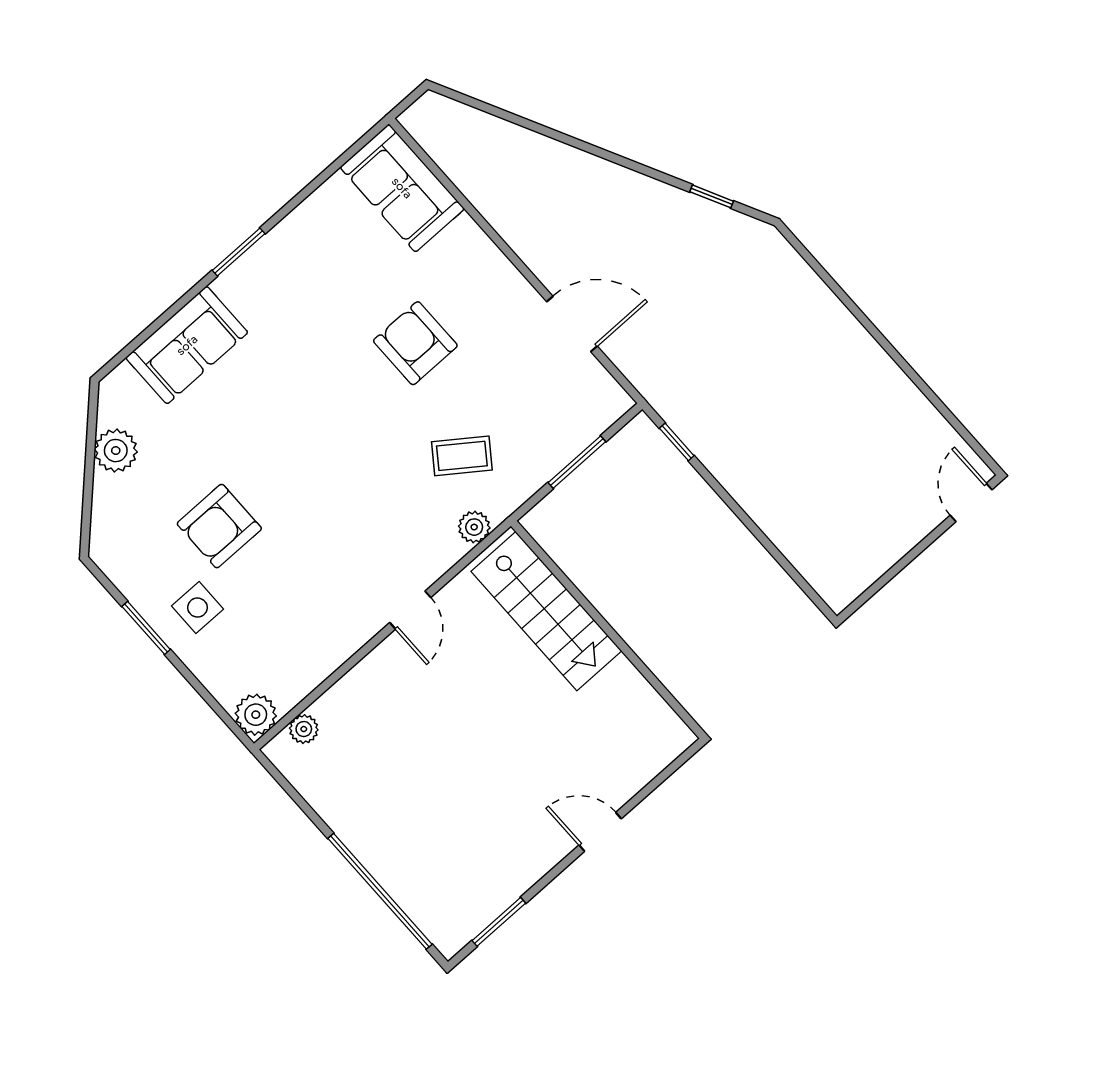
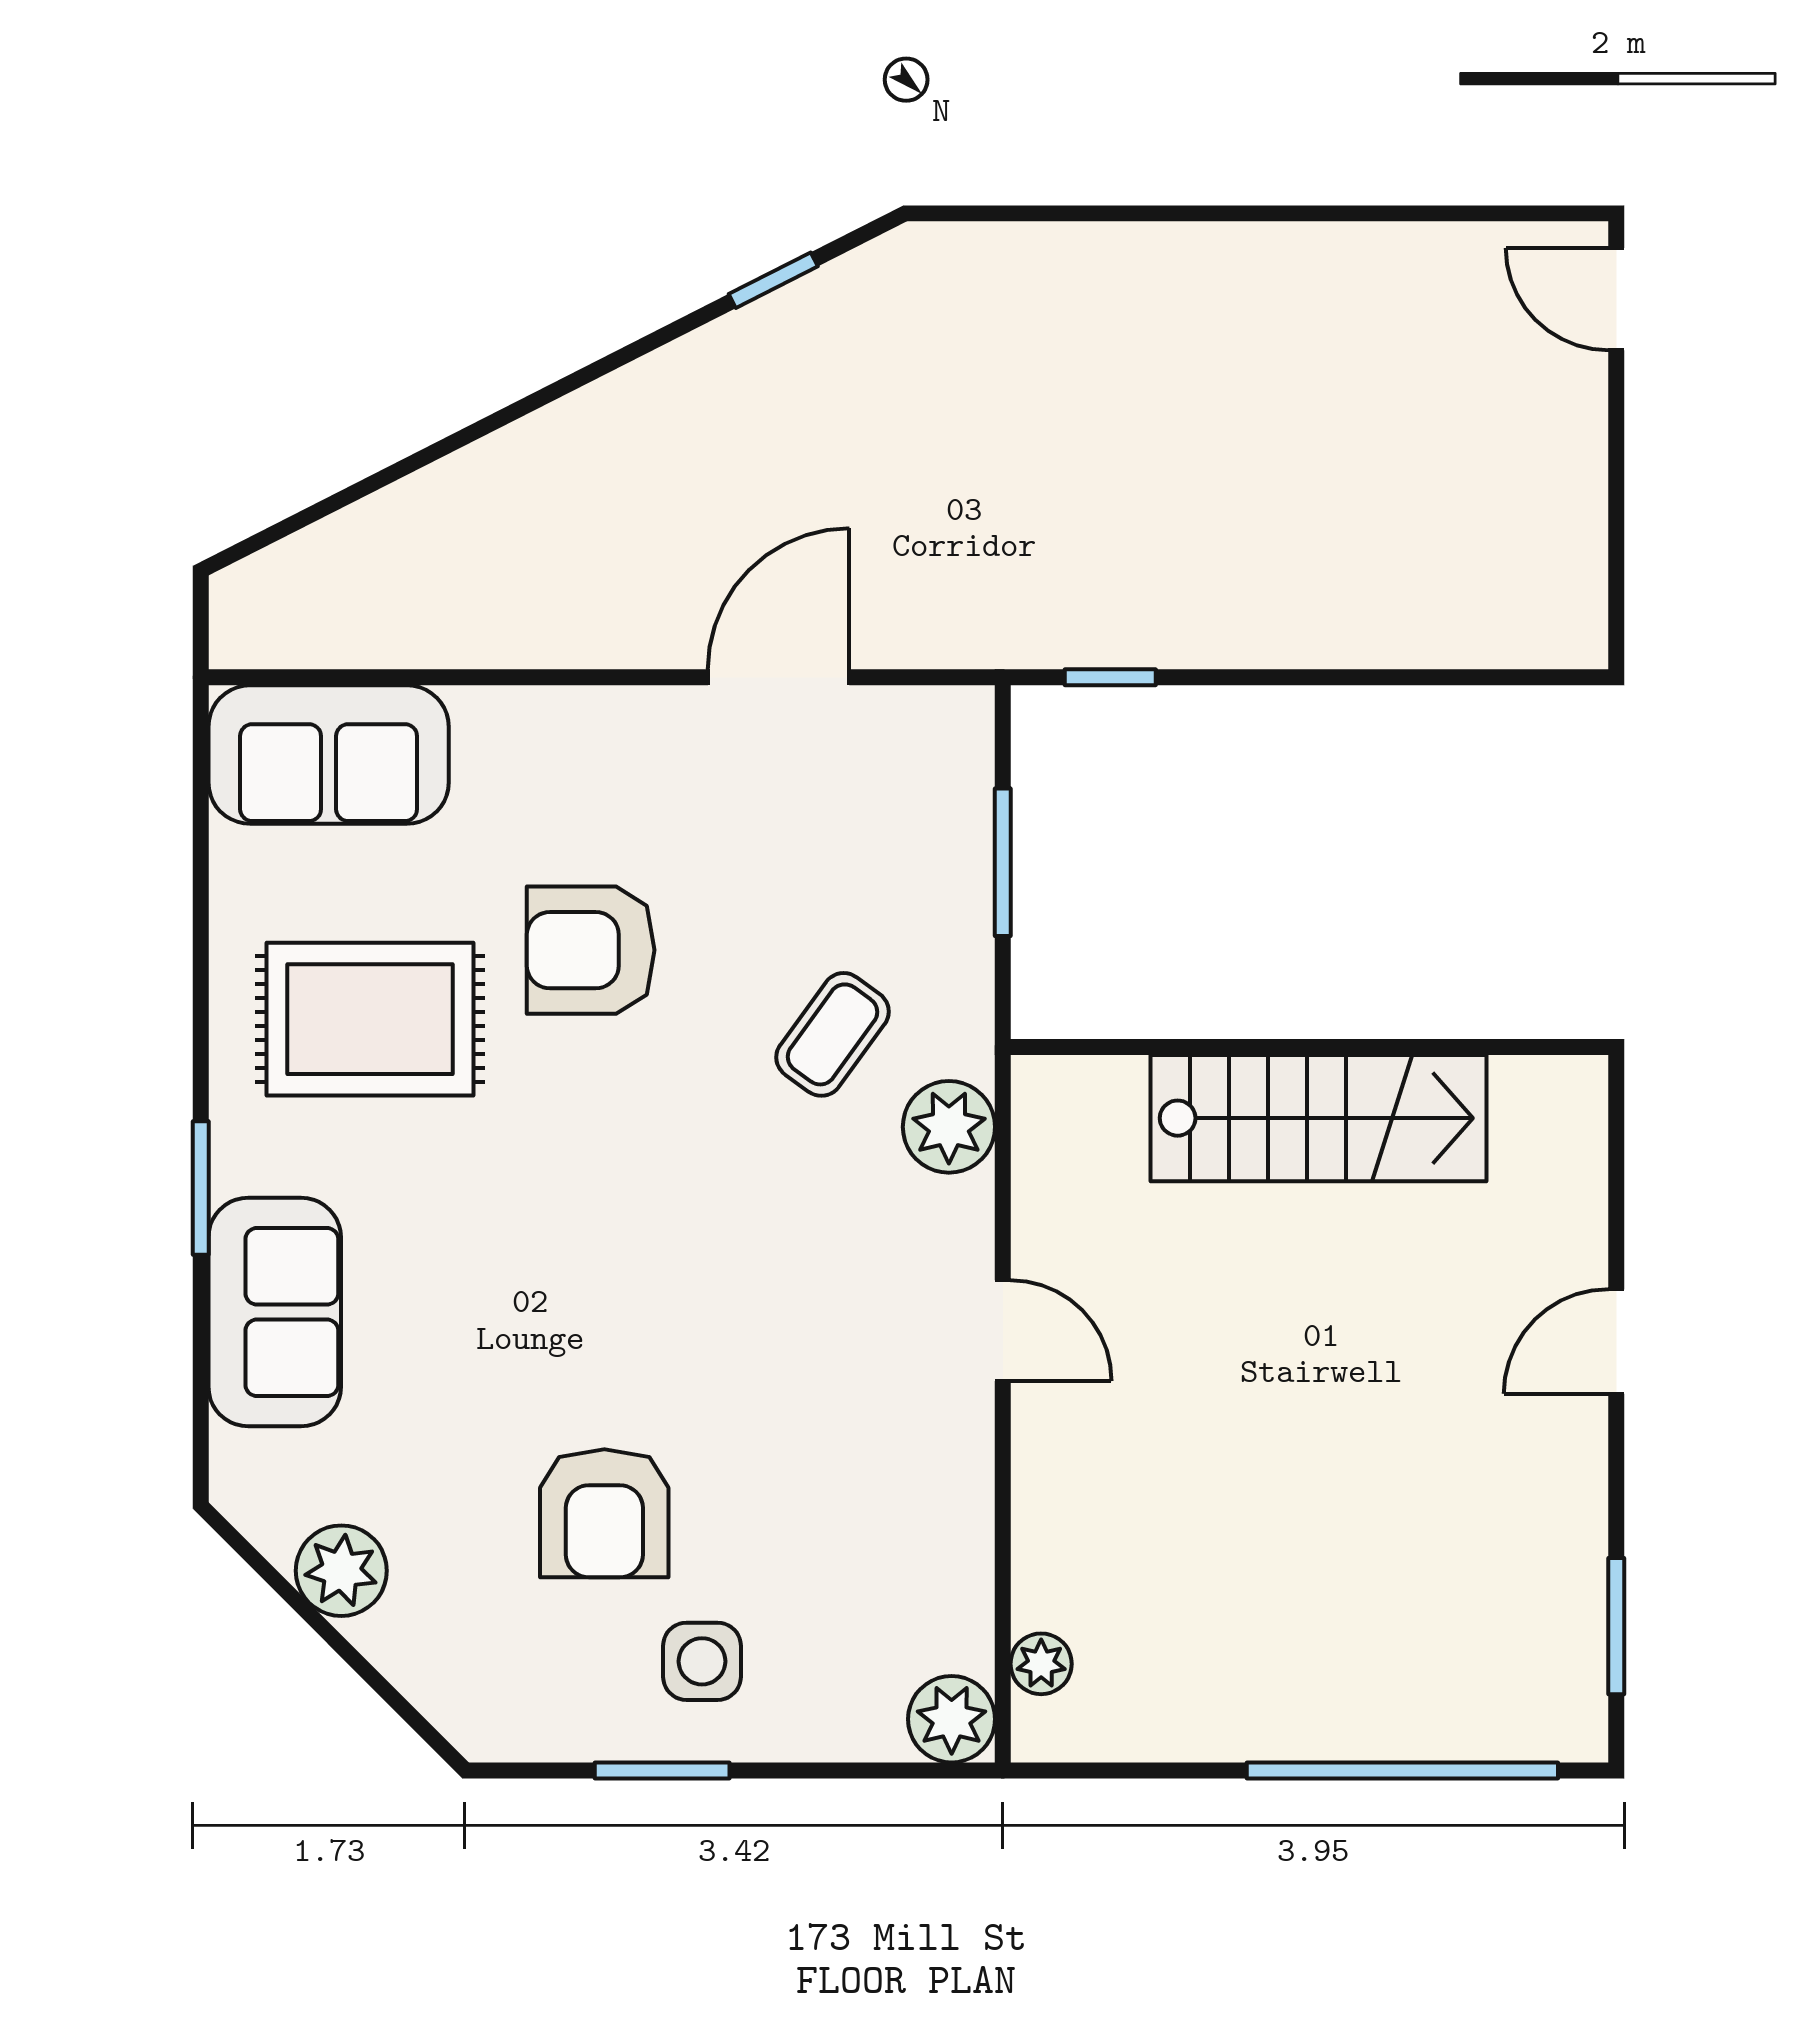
window: (239, 252) -> (201, 1188), moved
rug: (321, 286) -> (370, 1019), added
plant: (474, 527) -> (949, 1127), width x1.38, depth x1.38
stairs: (546, 611) -> (1319, 1118), moved

